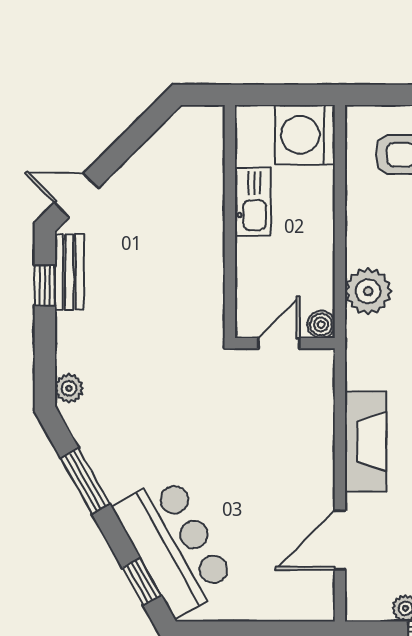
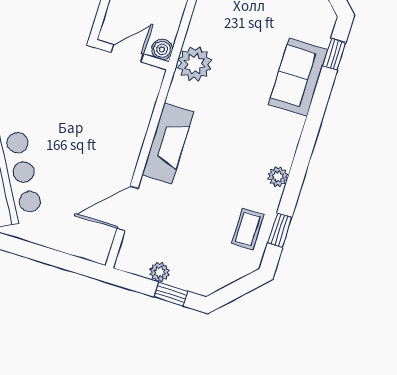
plant: (368, 291) -> (195, 64), moved

